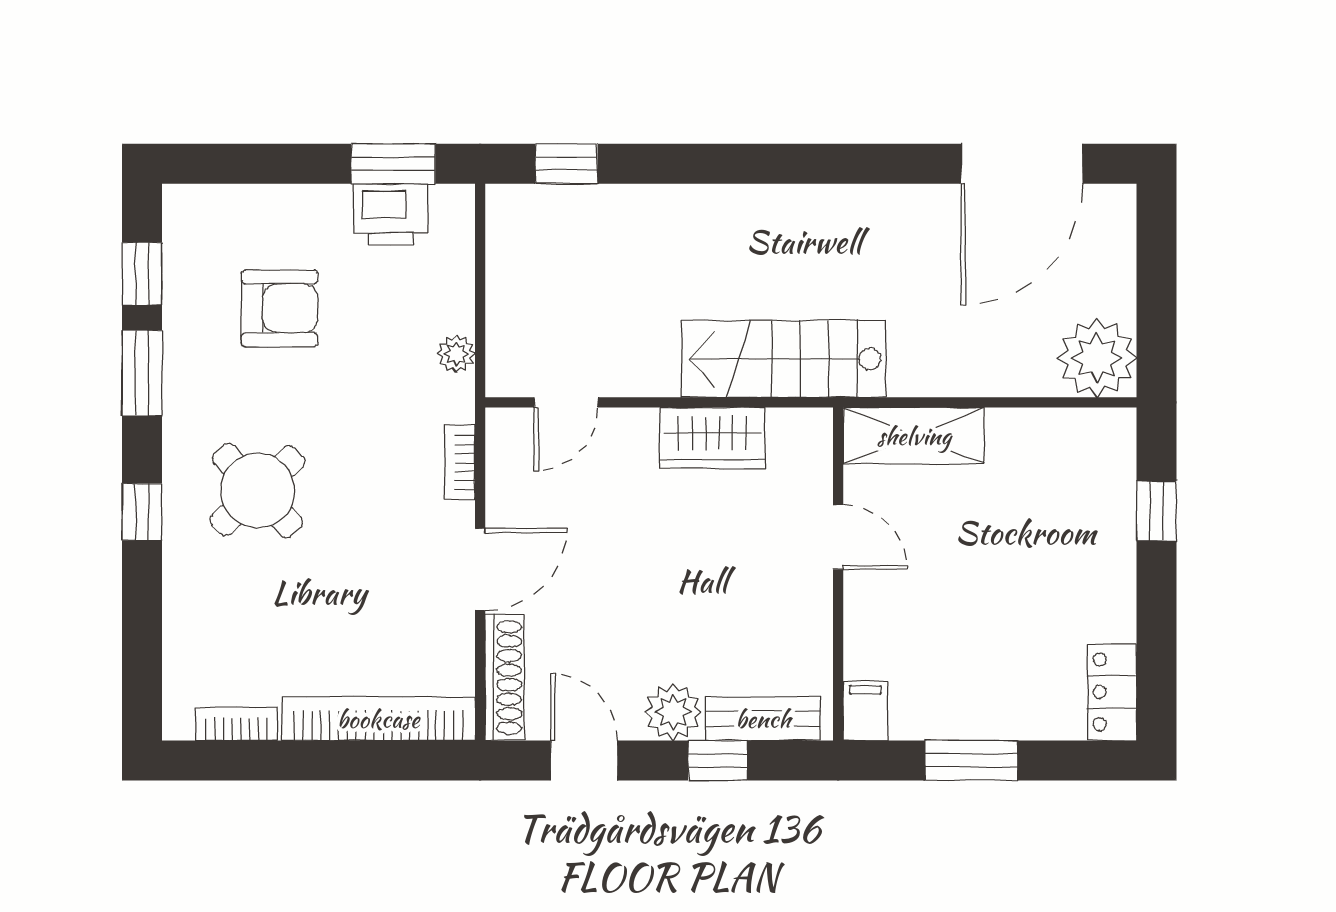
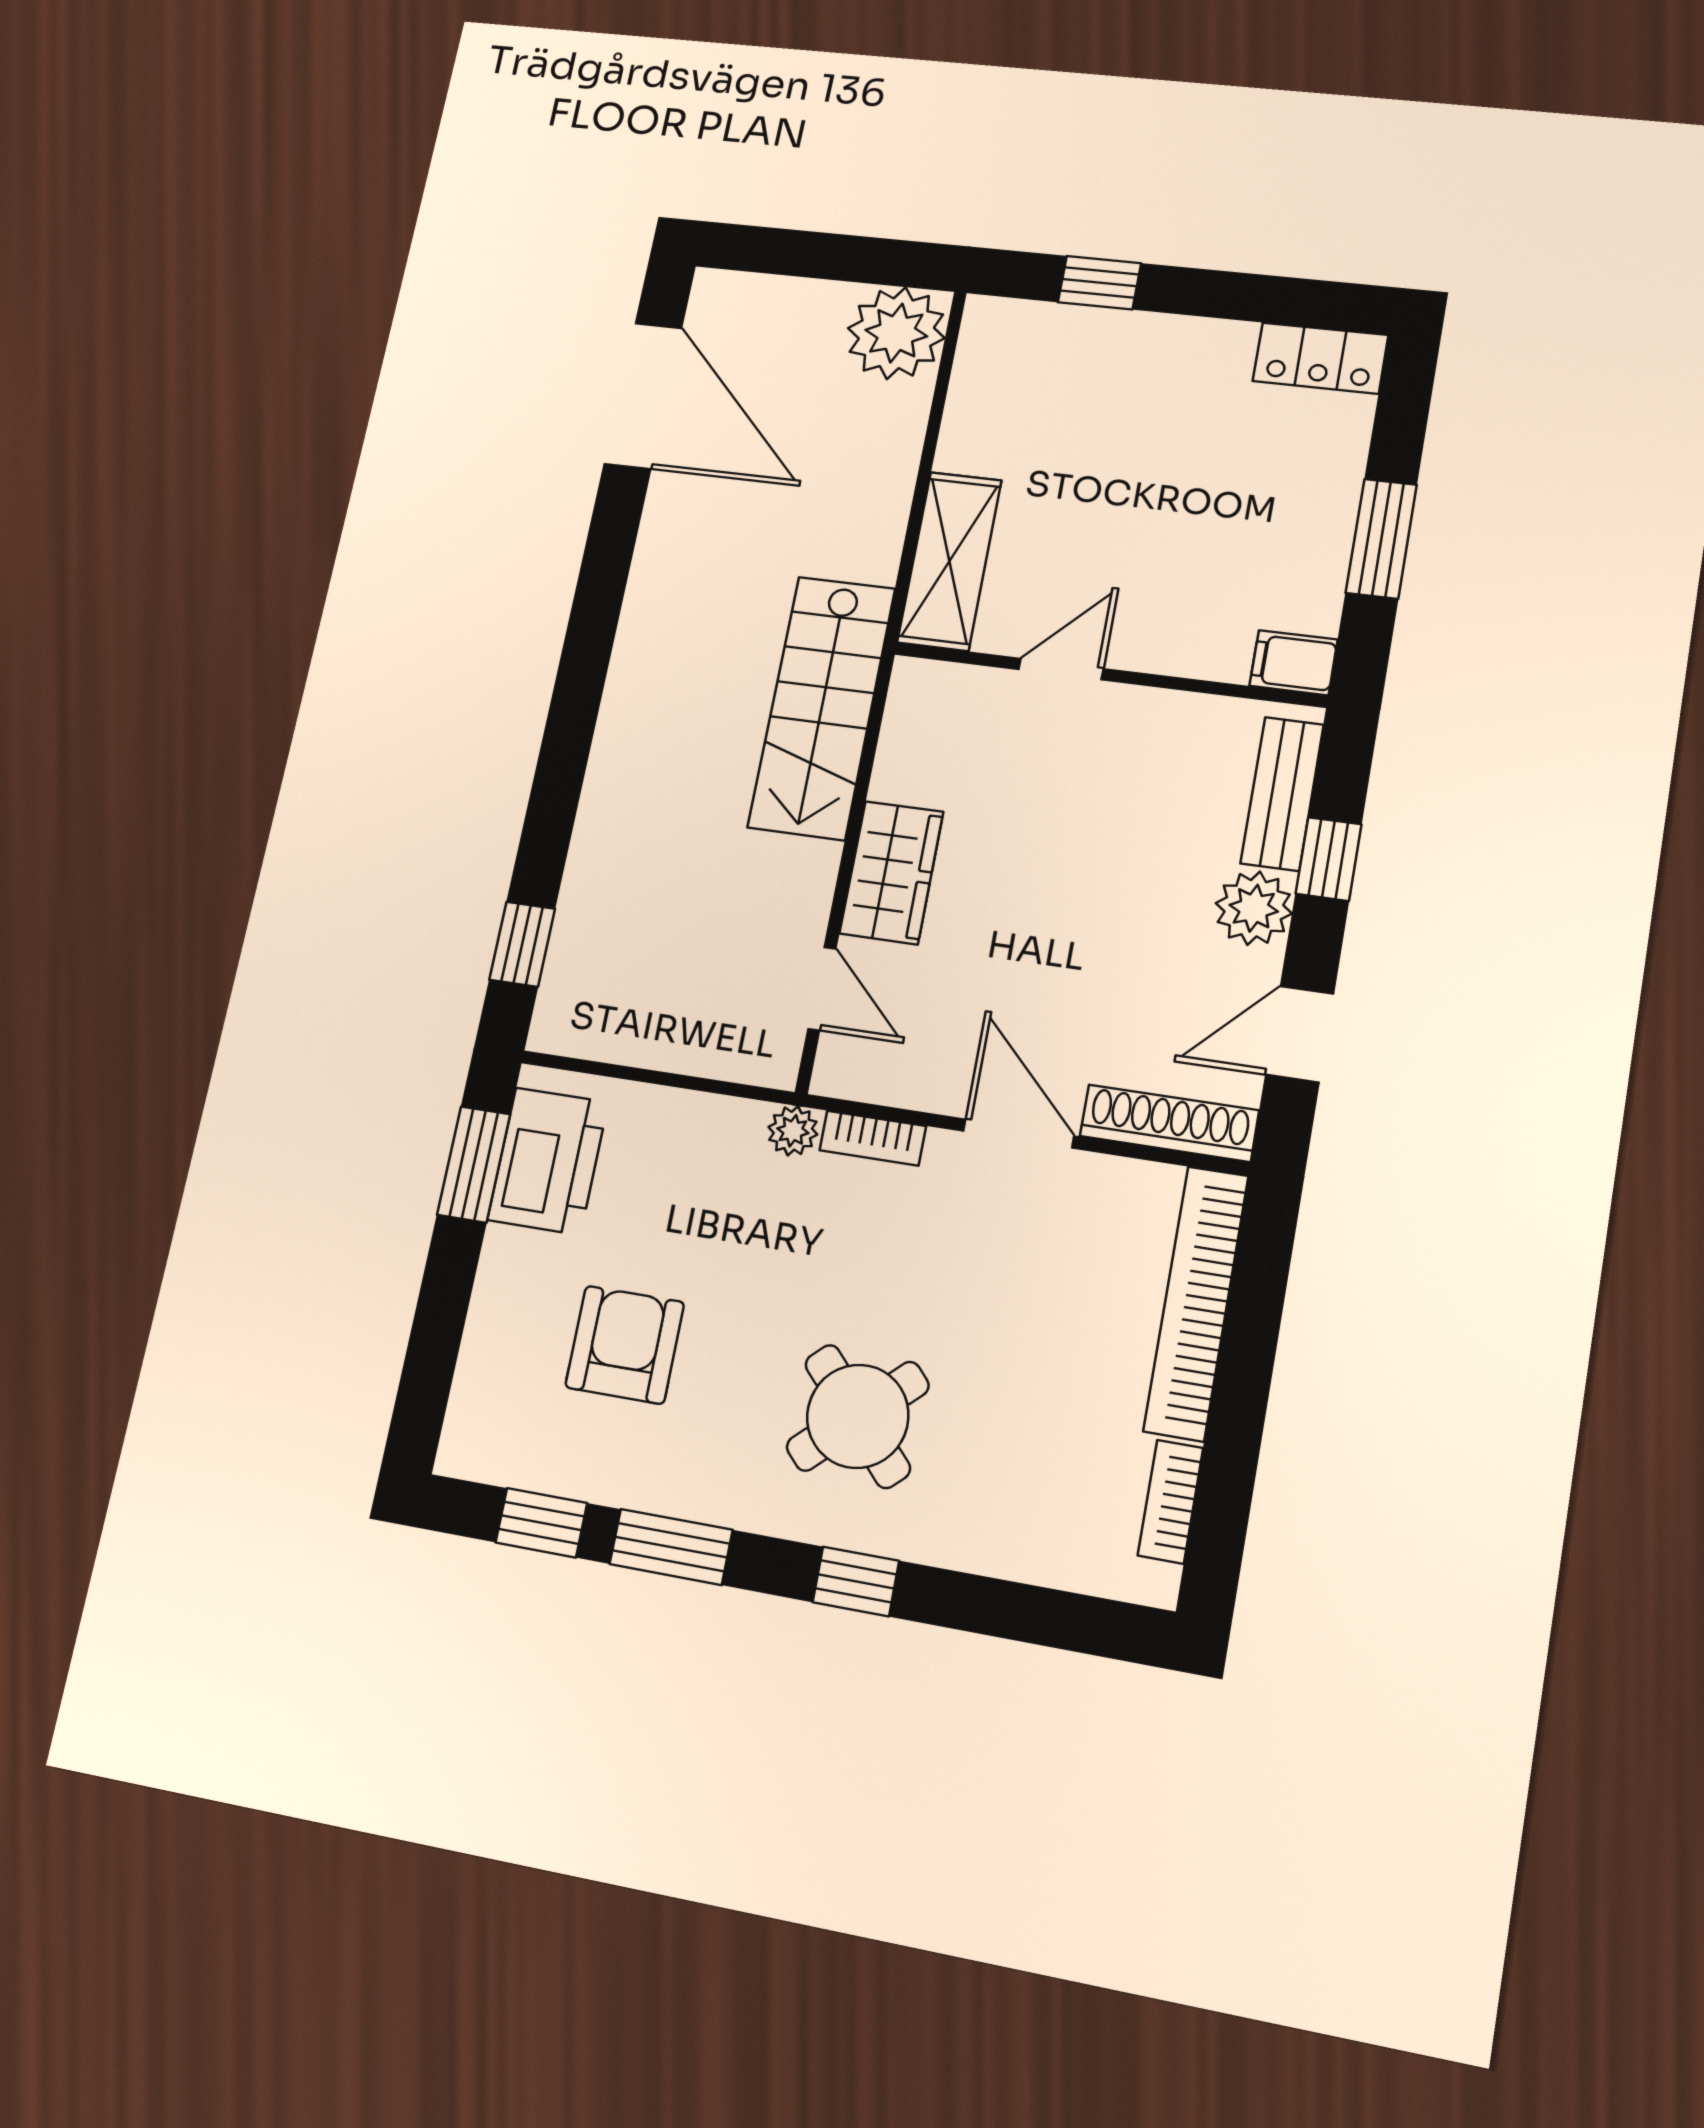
printer: (391, 214) -> (548, 1161), width x1.37, depth x1.19
plant: (456, 354) -> (793, 1131), moved
wardrobe: (712, 438) -> (891, 873), moved

